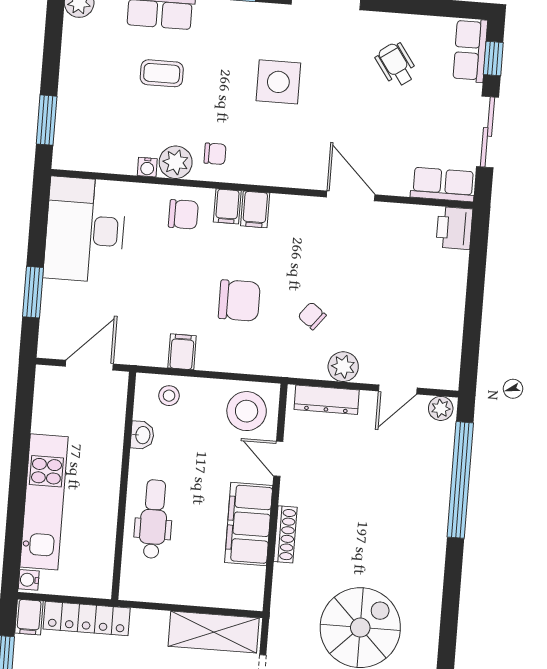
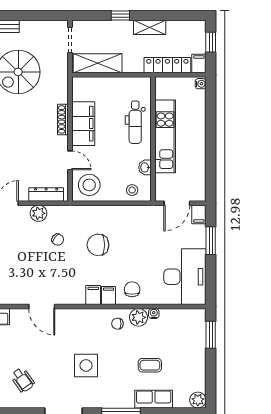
chair: (183, 214) -> (132, 289), turned 90
filing cabinet: (182, 352) -> (199, 214), moved
kitchen unit: (44, 502) -> (165, 136), moved, turned 180

